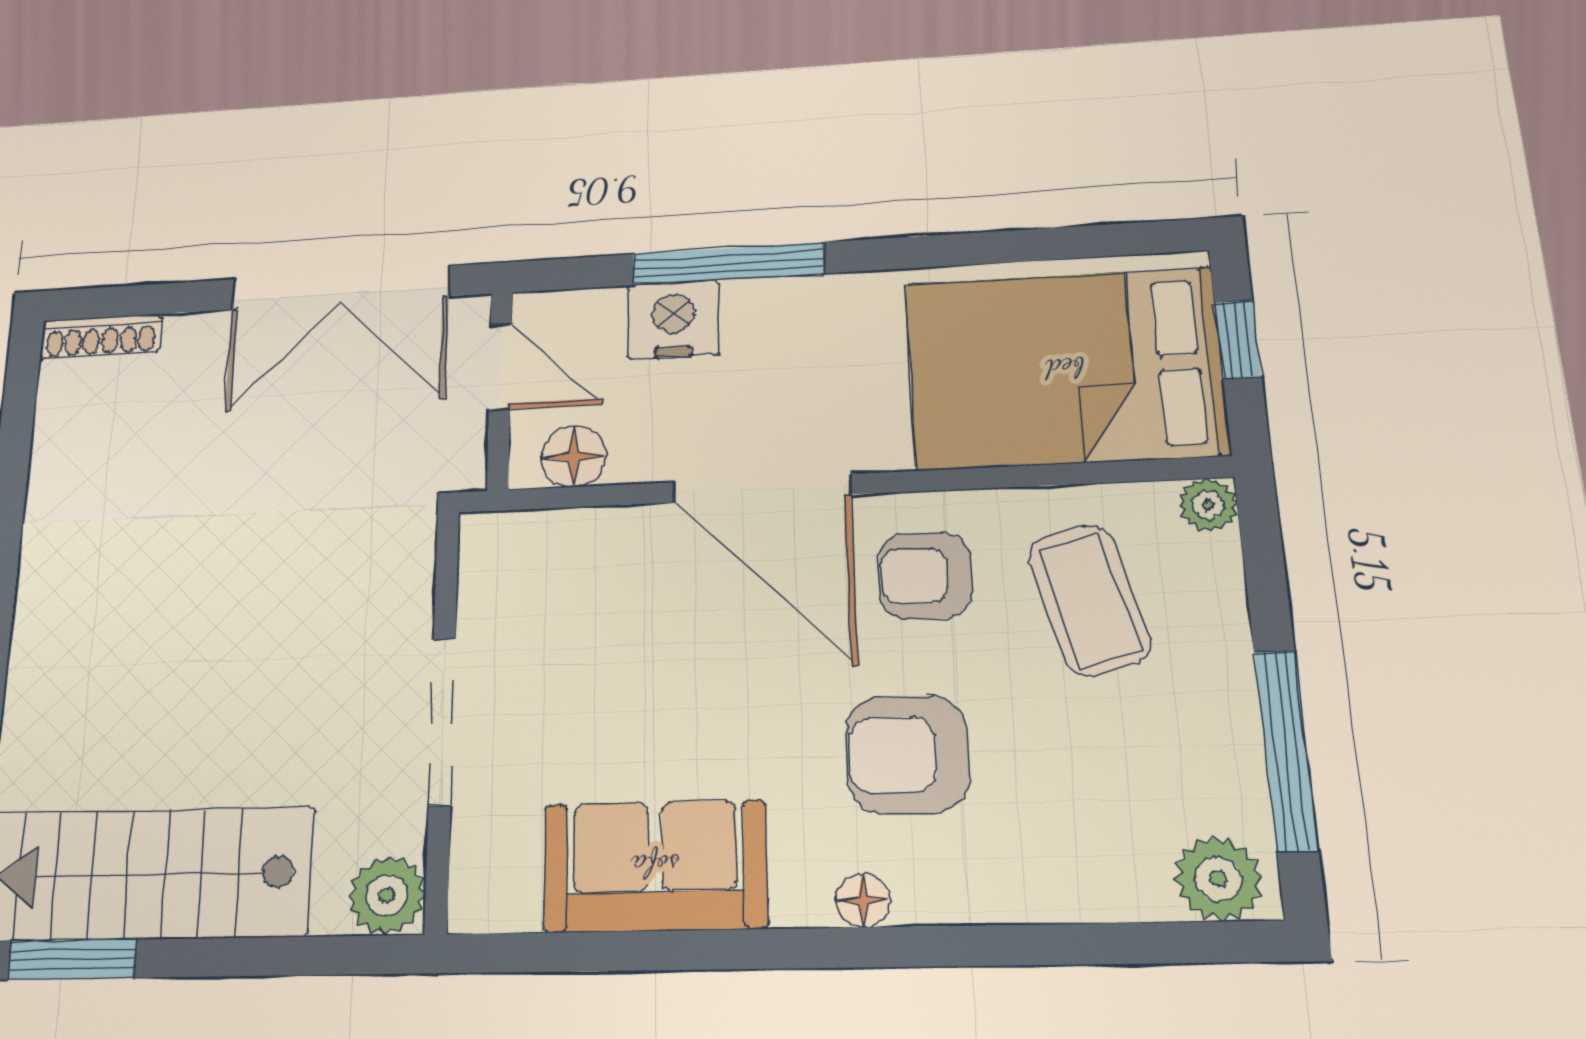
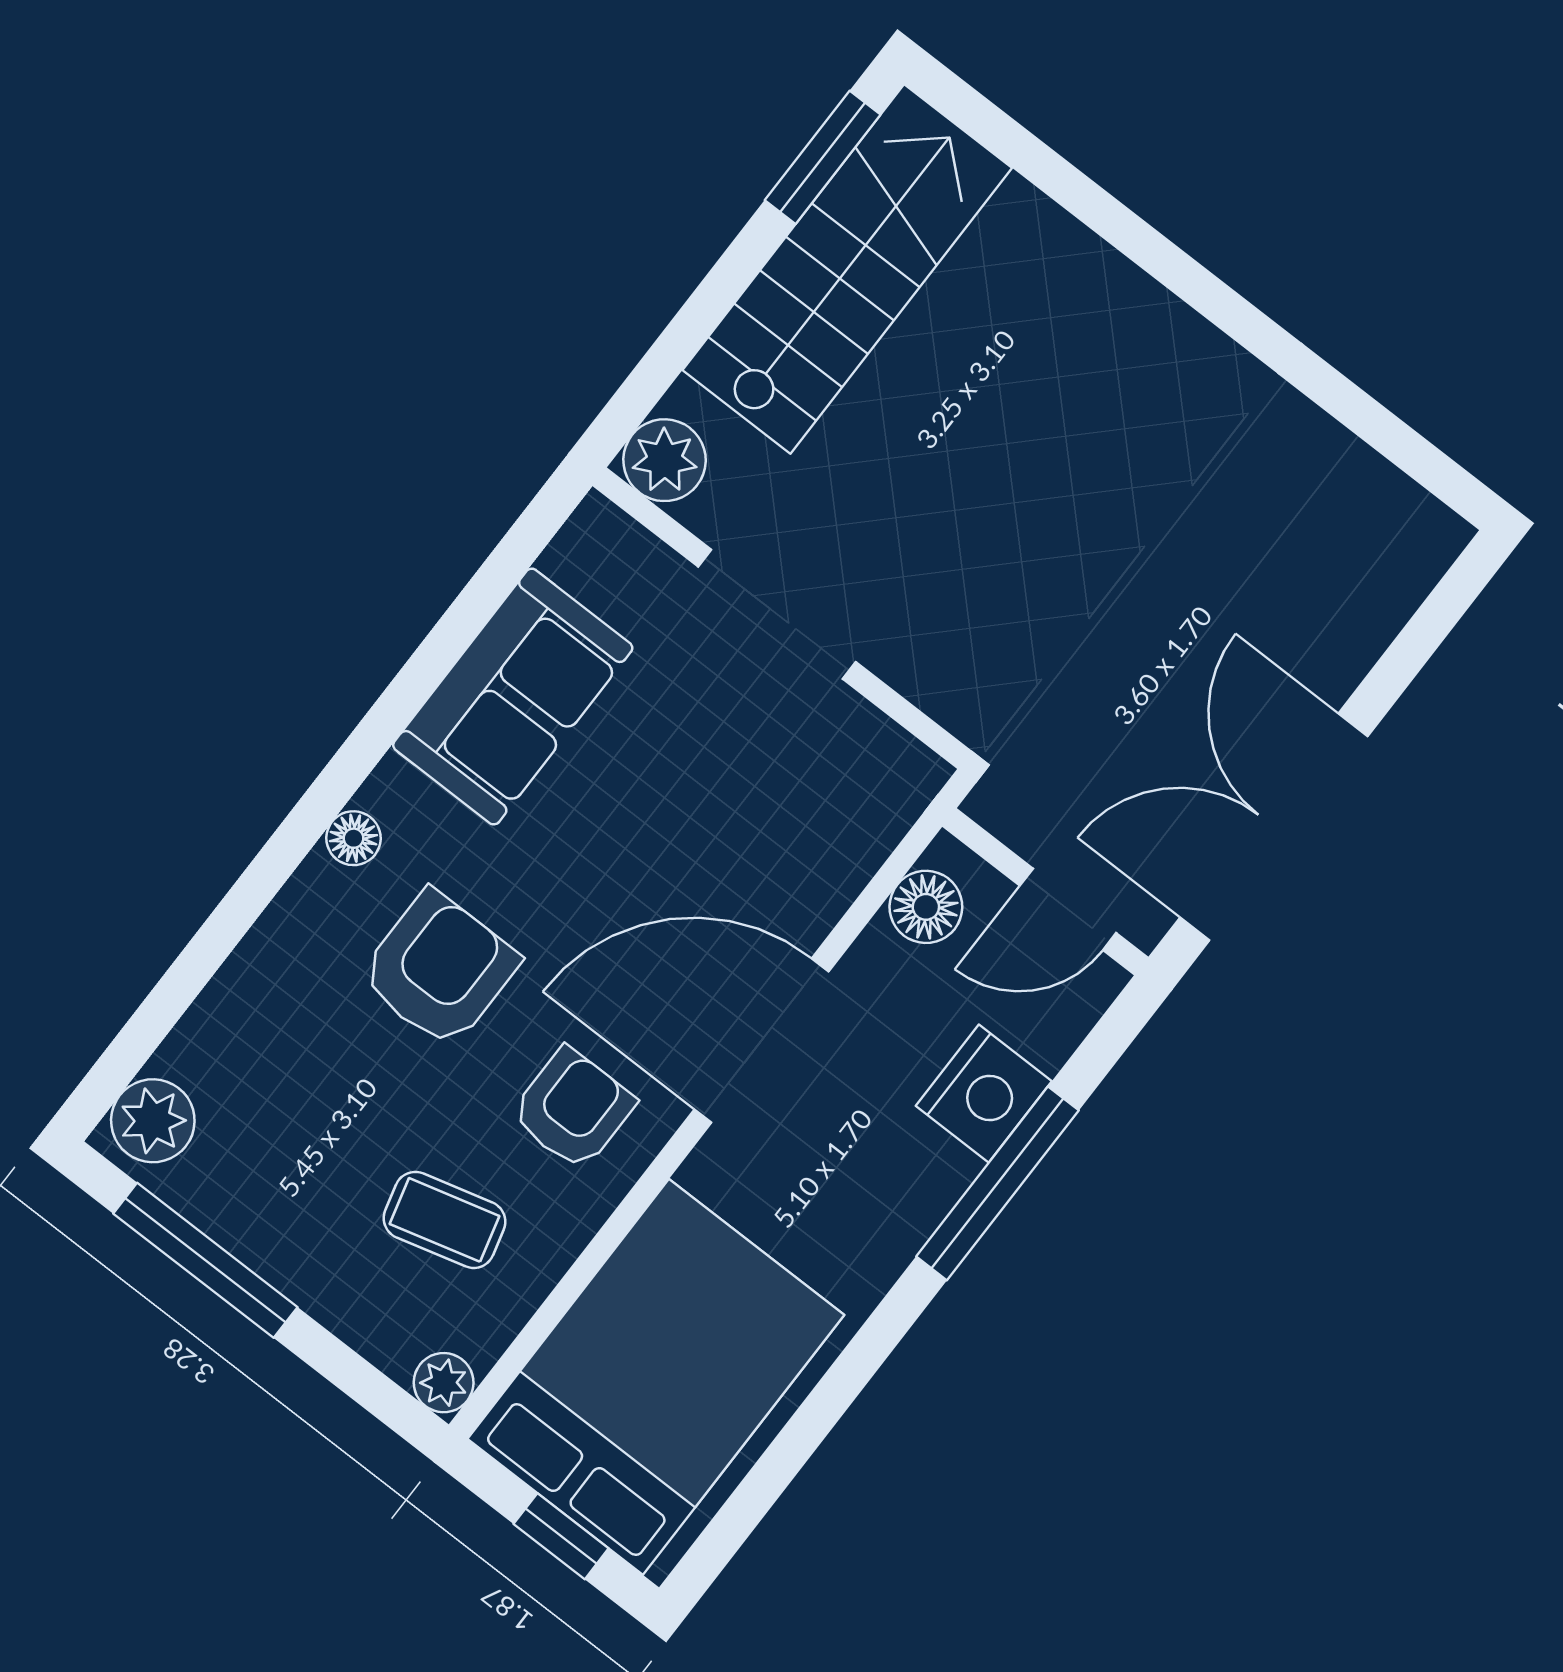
shoe rack: (101, 336) -> (1415, 573), removed
coffee table: (1089, 600) -> (444, 1220), width x0.73, depth x0.77

